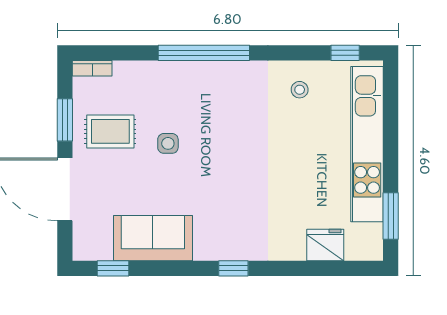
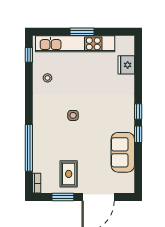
window: (204, 53) -> (29, 148), moved
side table: (168, 143) -> (73, 115), moved
window: (391, 216) -> (82, 32), moved
window: (113, 268) -> (138, 134), moved

